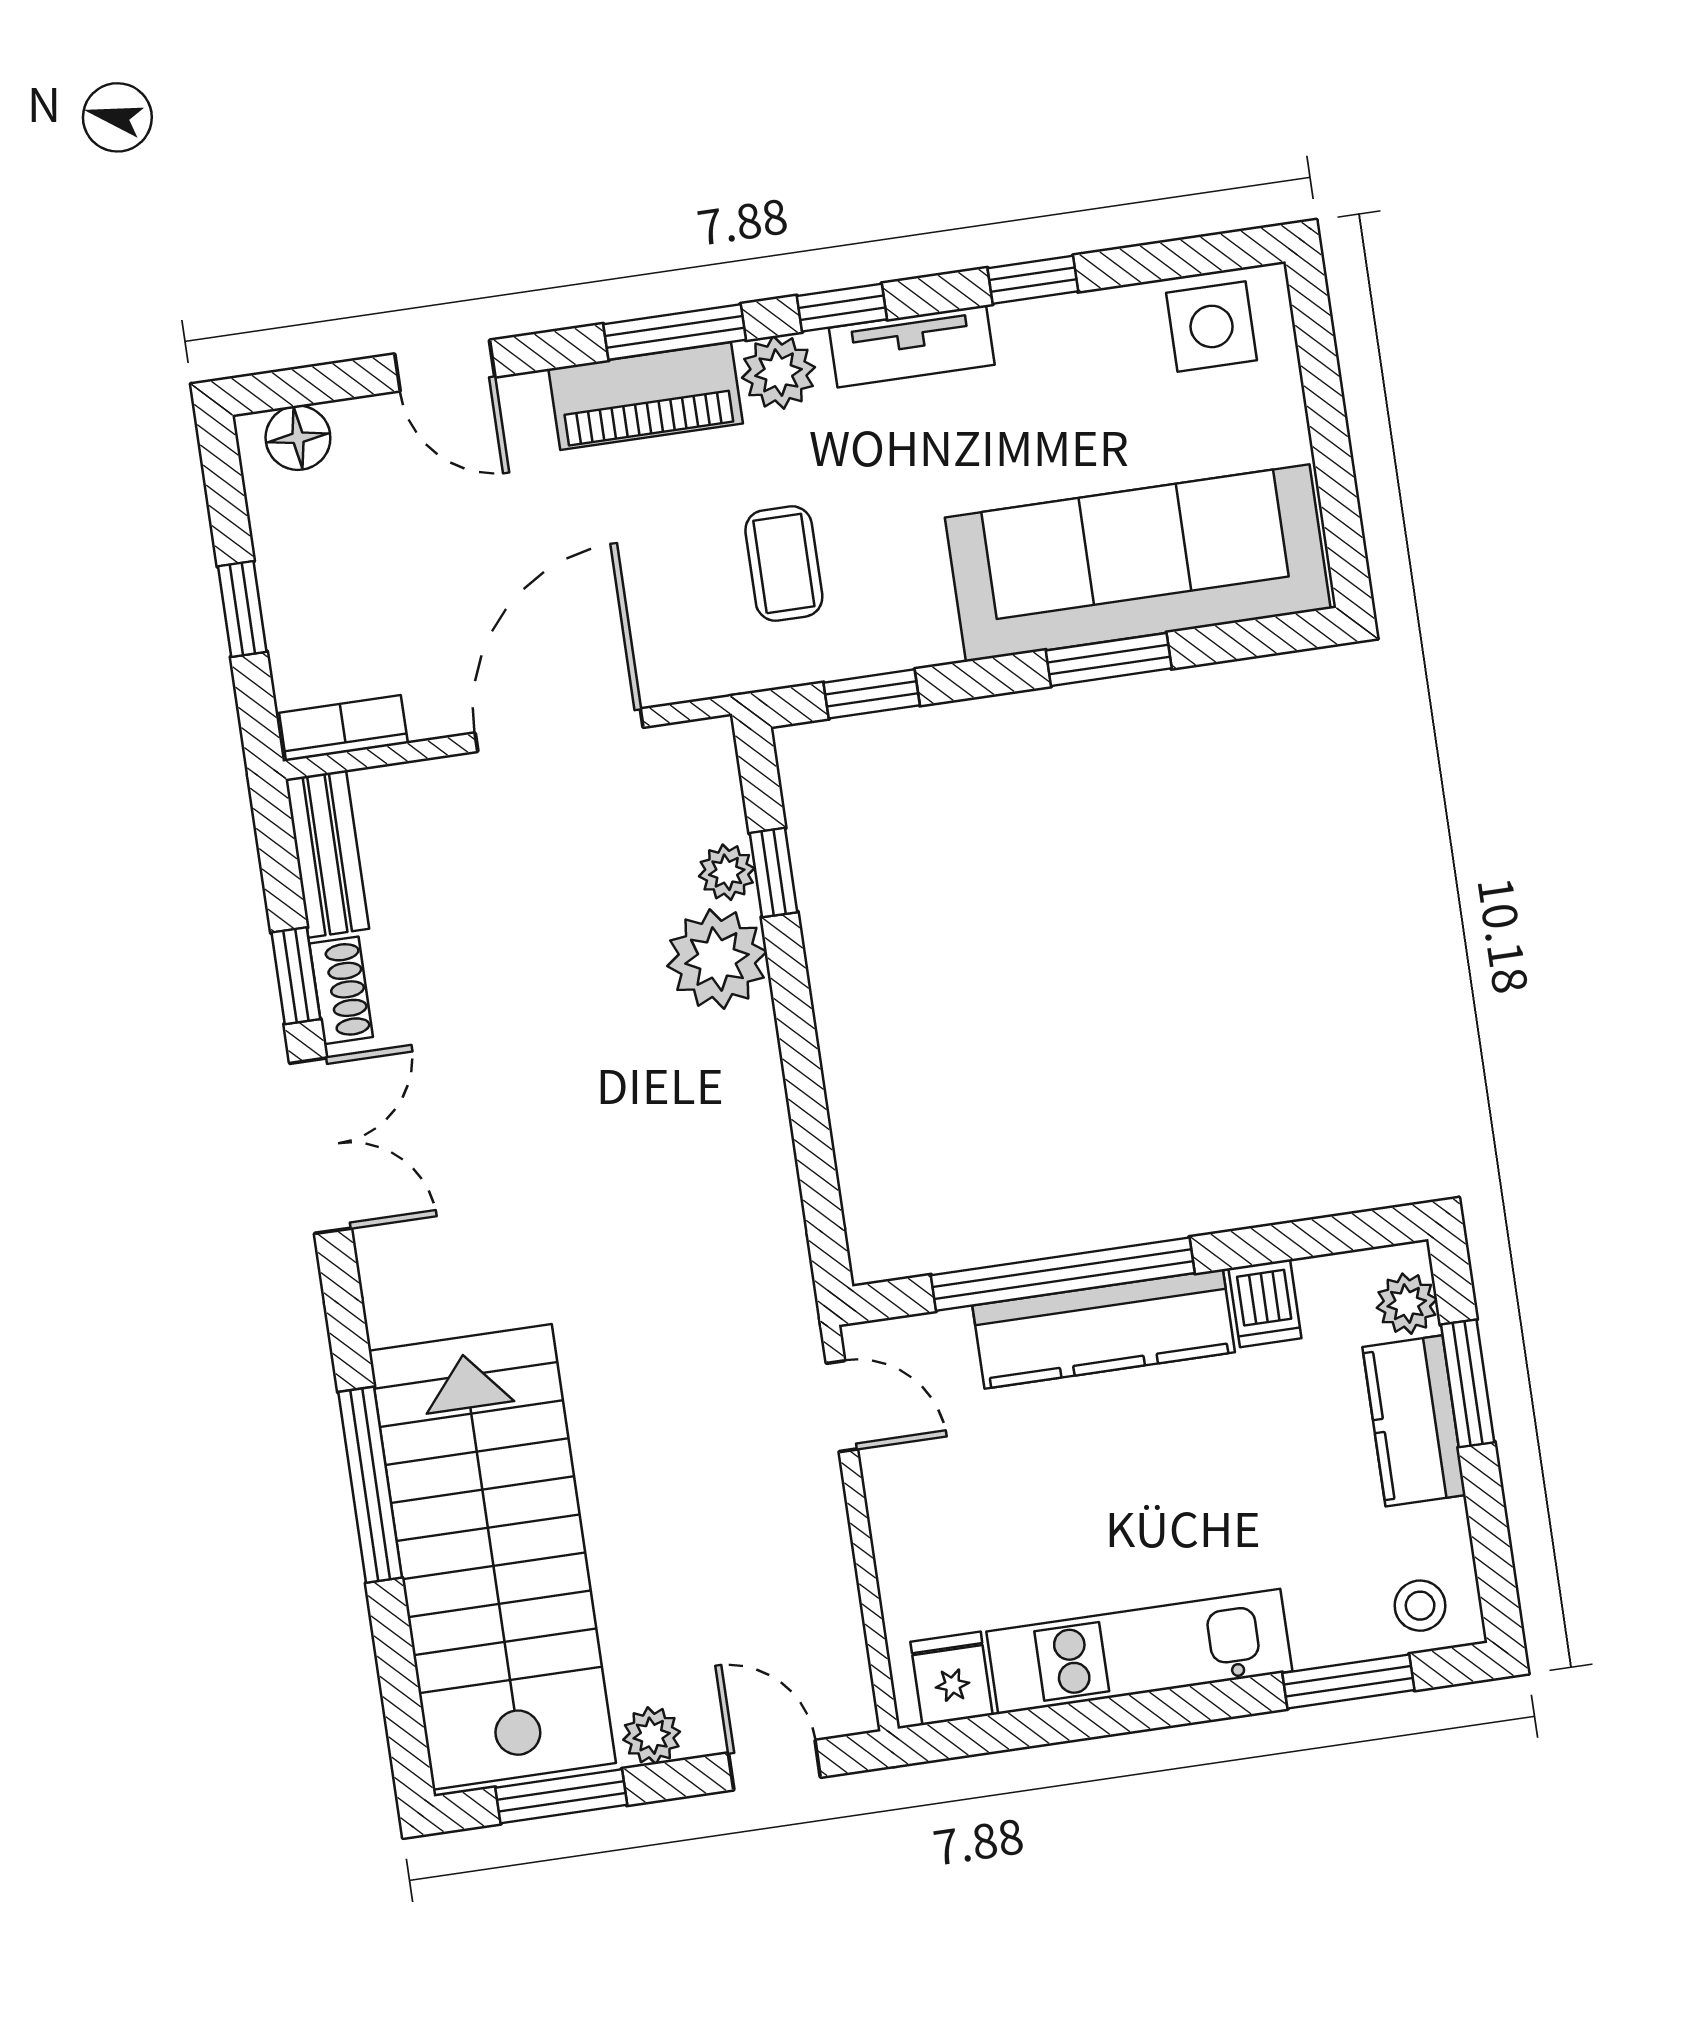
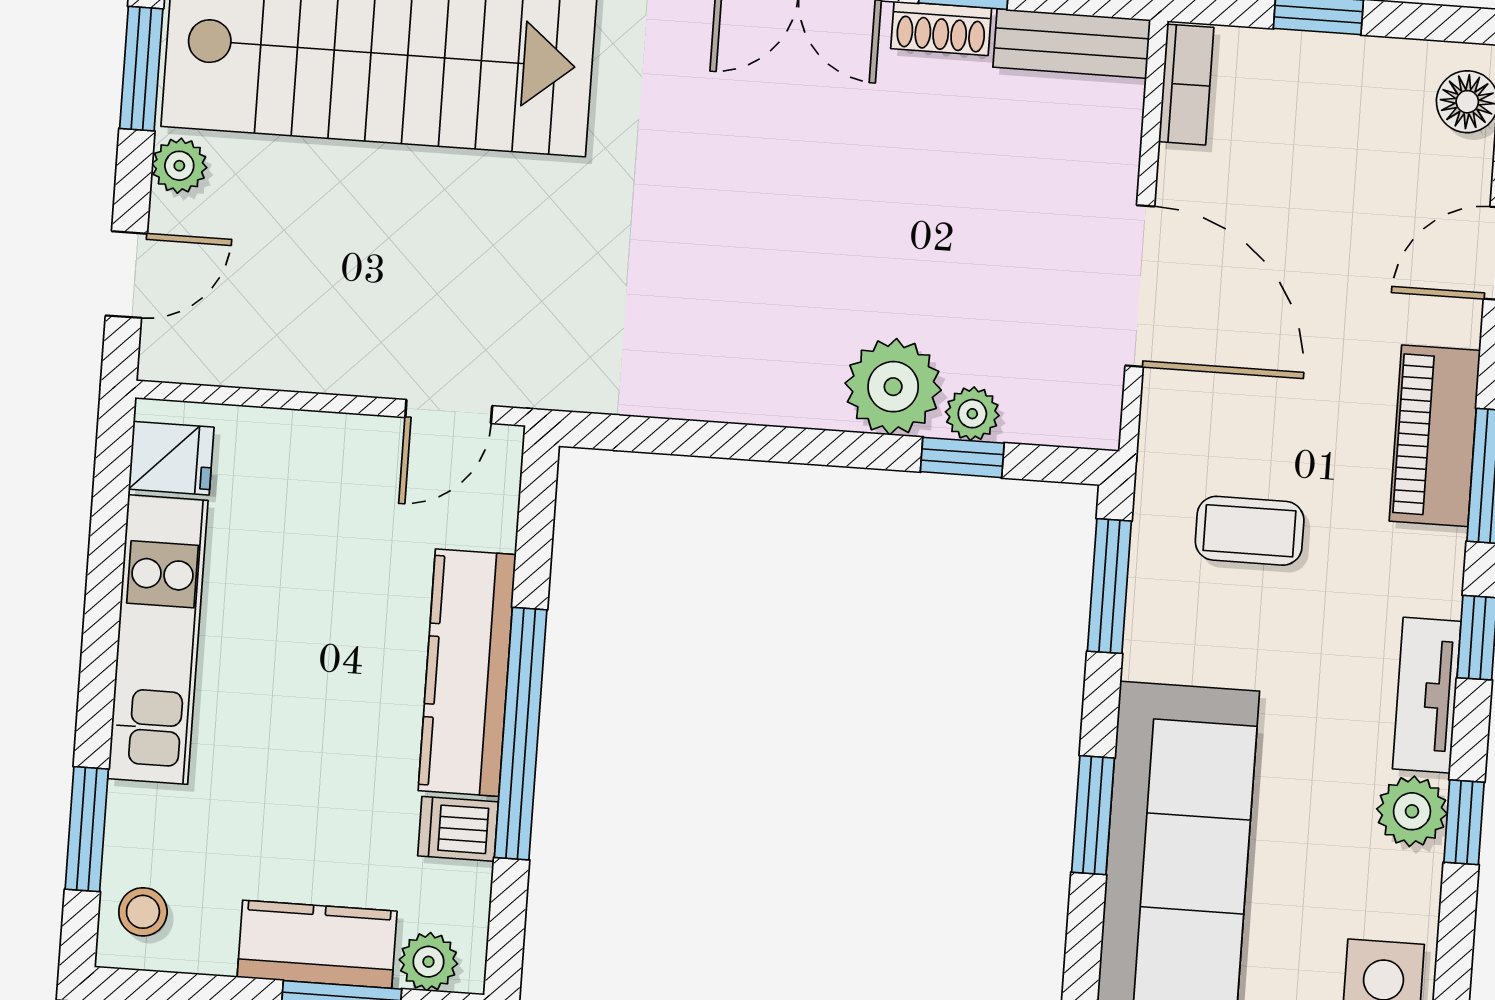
plant: (778, 372) -> (1412, 811), moved
window: (872, 694) -> (1109, 586), width x1.50
window: (1063, 1274) -> (521, 734), moved

